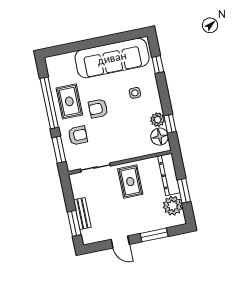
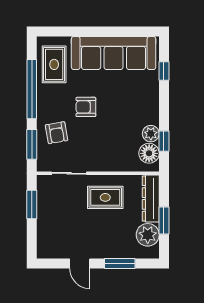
side table: (135, 93) -> (131, 98), removed
rug: (69, 101) -> (54, 64), moved
armchair: (78, 135) -> (57, 133), turned 80
rug: (130, 182) -> (105, 197), turned 90
bench: (82, 213) -> (43, 222), removed
window: (74, 223) -> (32, 204), moved

